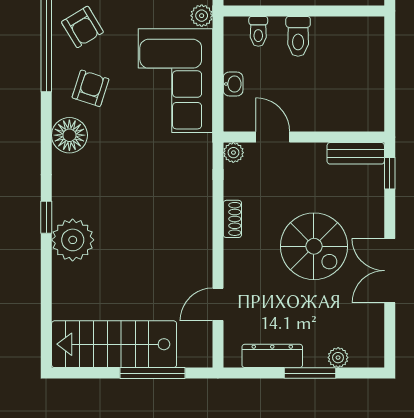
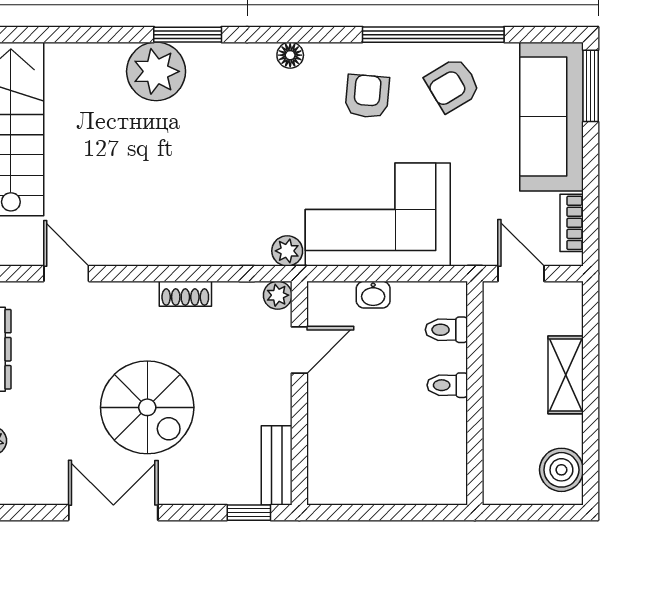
plant: (202, 16) -> (287, 251), moved
toilet: (298, 36) -> (447, 385), width x0.73, depth x0.72
armchair: (91, 88) -> (367, 96), turned -103
floor lamp: (69, 135) -> (290, 55), width x0.53, depth x0.53
window: (46, 217) -> (188, 35), width x1.50
spiral stairs: (314, 246) -> (147, 407), turned -90

